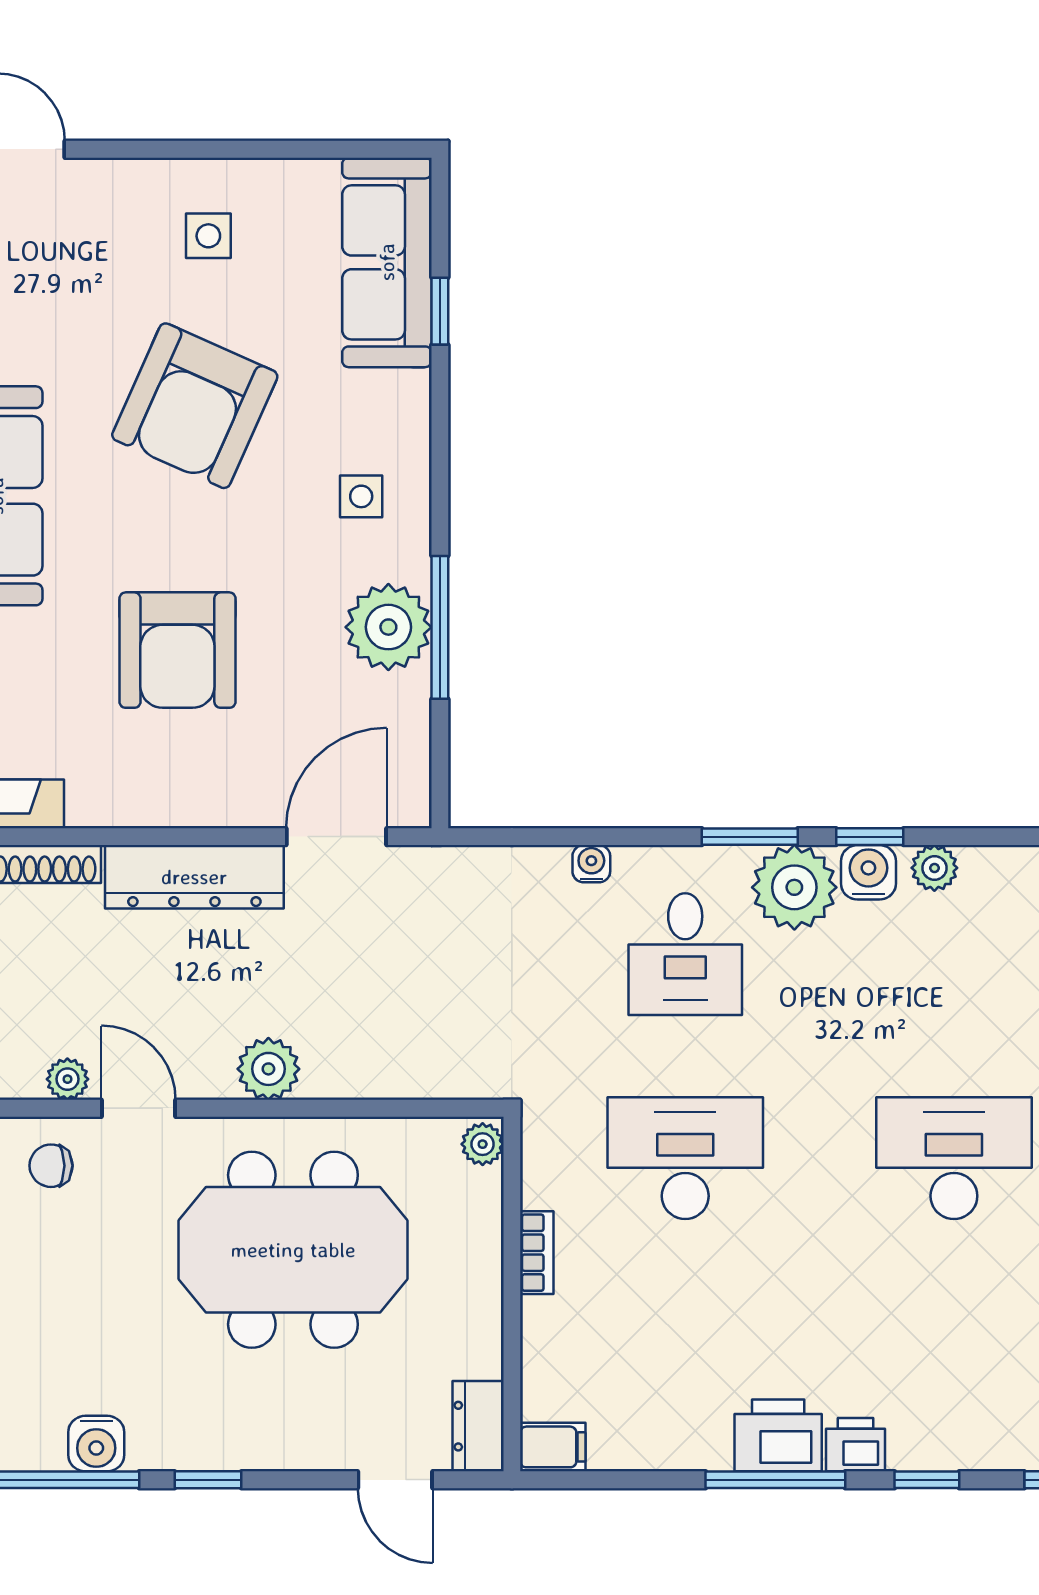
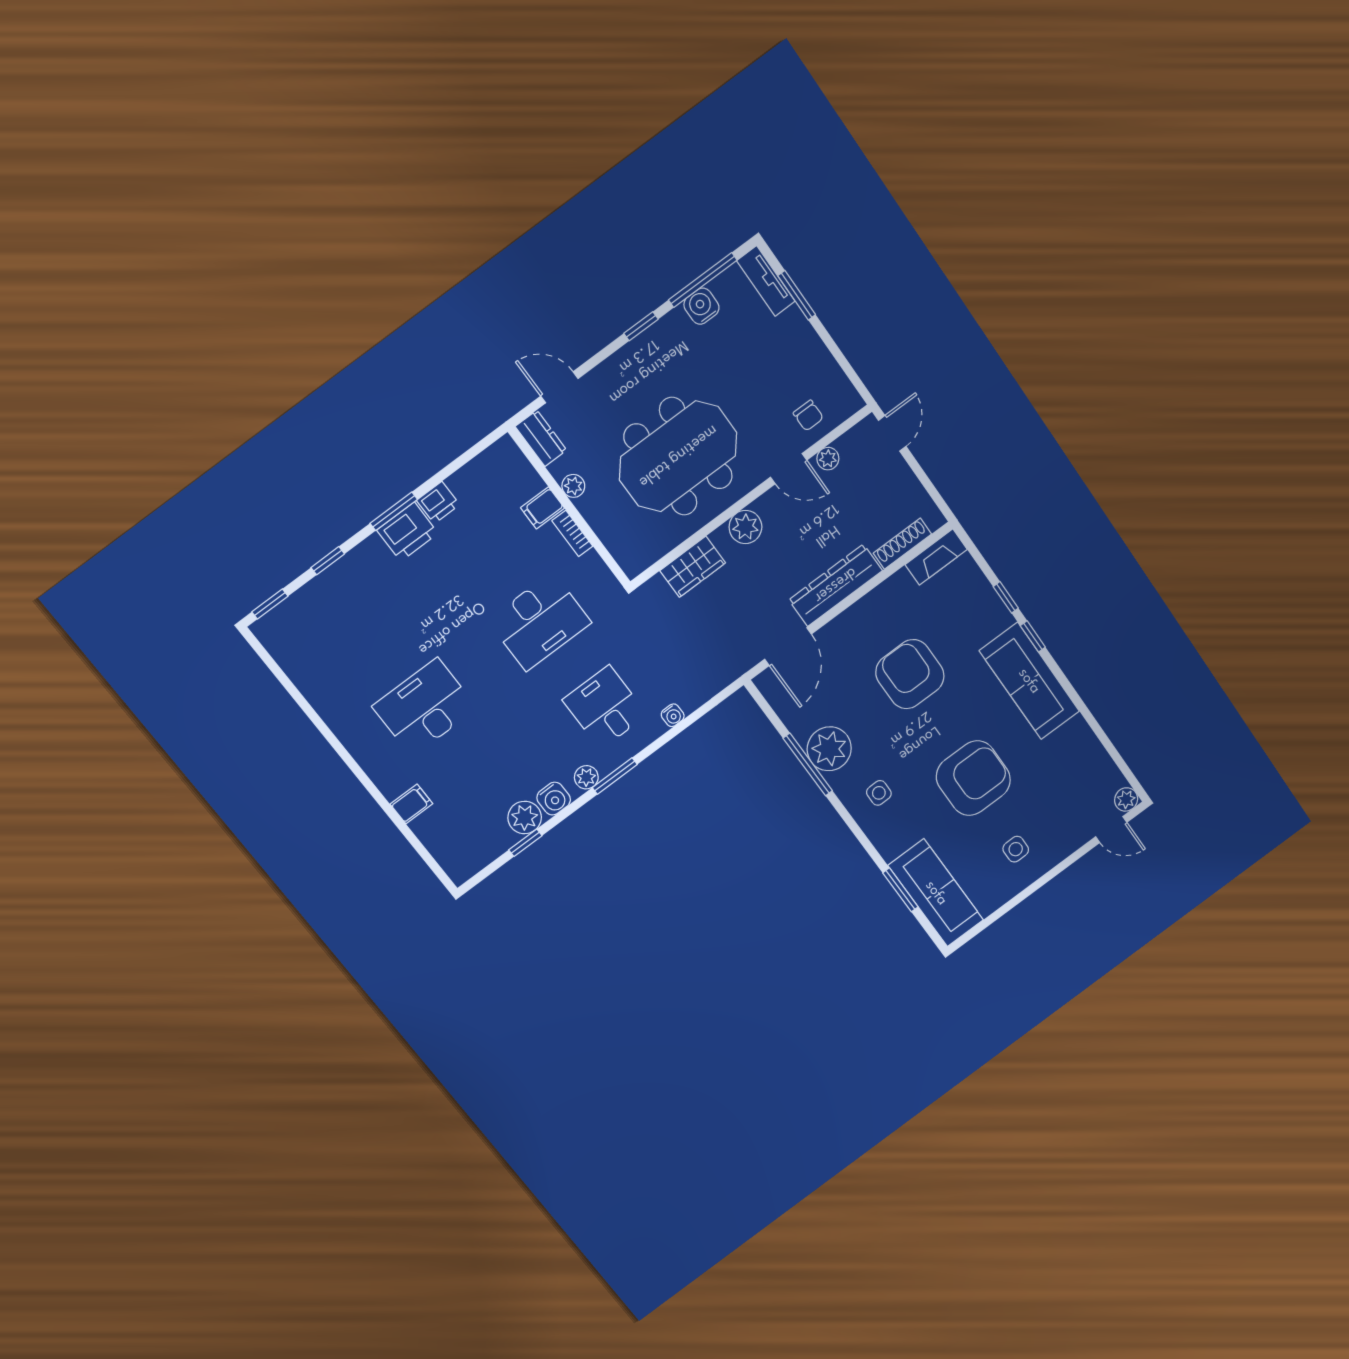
window: (440, 311) -> (900, 890), width x1.50
armchair: (195, 406) -> (973, 778), turned 66
window: (870, 837) -> (525, 843), moved
plant: (934, 868) -> (525, 818), width x1.38, depth x1.38
plant: (794, 887) -> (586, 777), width x0.53, depth x0.53
wardrobe: (393, 1068) -> (693, 567), added
plant: (483, 1144) -> (573, 486), moved
desk: (954, 1158) -> (425, 707), turned 180
chair: (51, 1166) -> (808, 416), turned 90
printer: (856, 1445) -> (438, 502), moved
filing cabinet: (553, 1447) -> (543, 508), moved
window: (775, 1480) -> (394, 511), width x0.69

